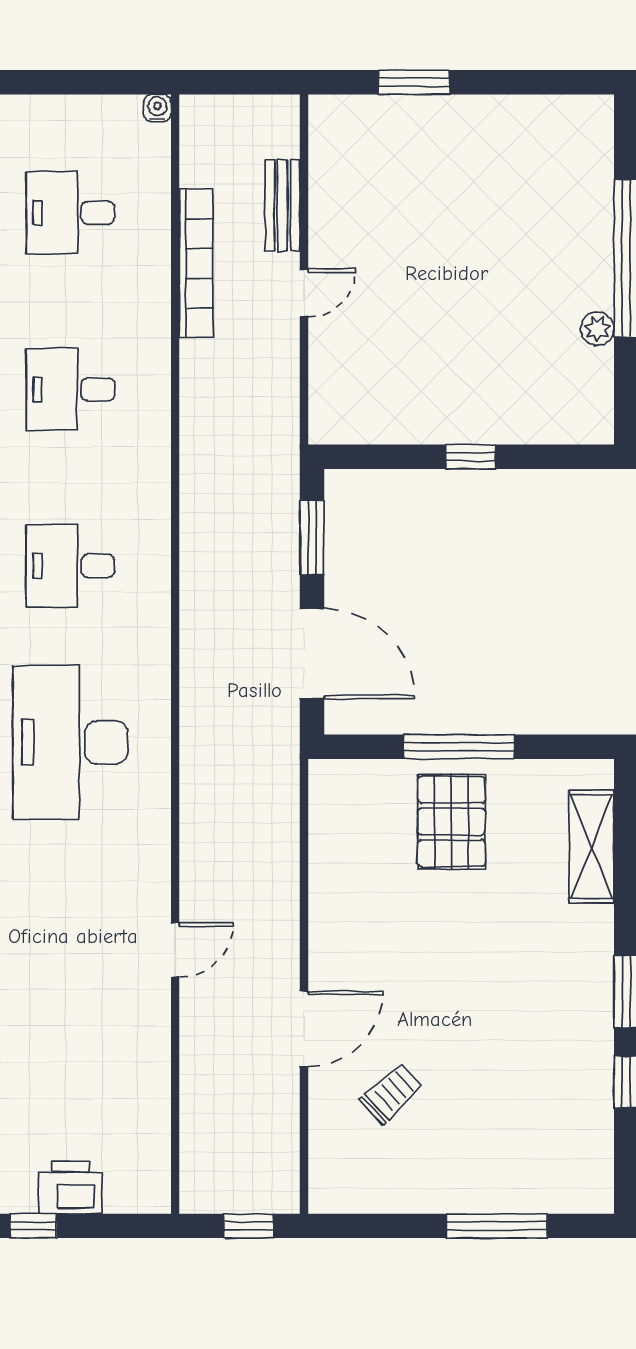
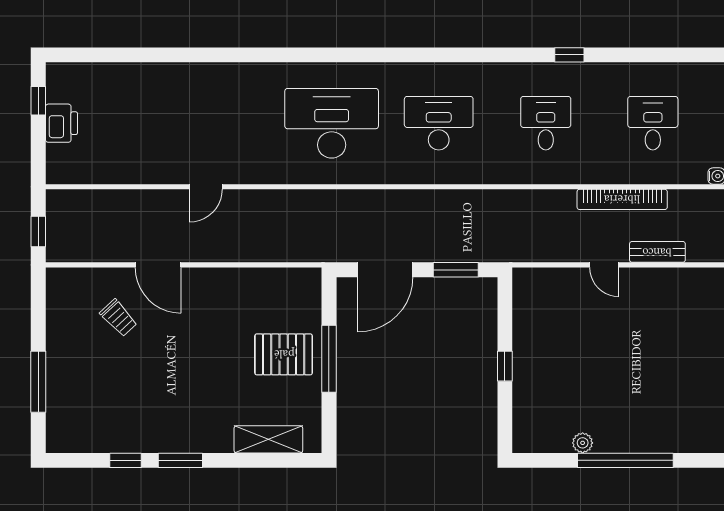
desk: (70, 566) -> (439, 123), width x1.37
door: (175, 950) -> (206, 187), hinge flipped

